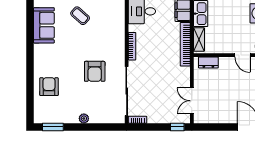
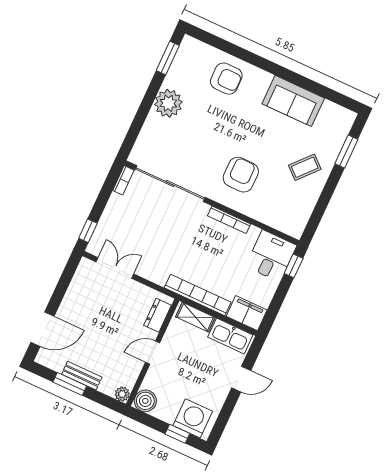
sofa: (44, 25) -> (293, 101), moved
door: (243, 55) -> (153, 353), moved
armchair: (95, 71) -> (241, 175), moved, turned 90
plant: (84, 118) -> (168, 103), width x1.87, depth x1.87

